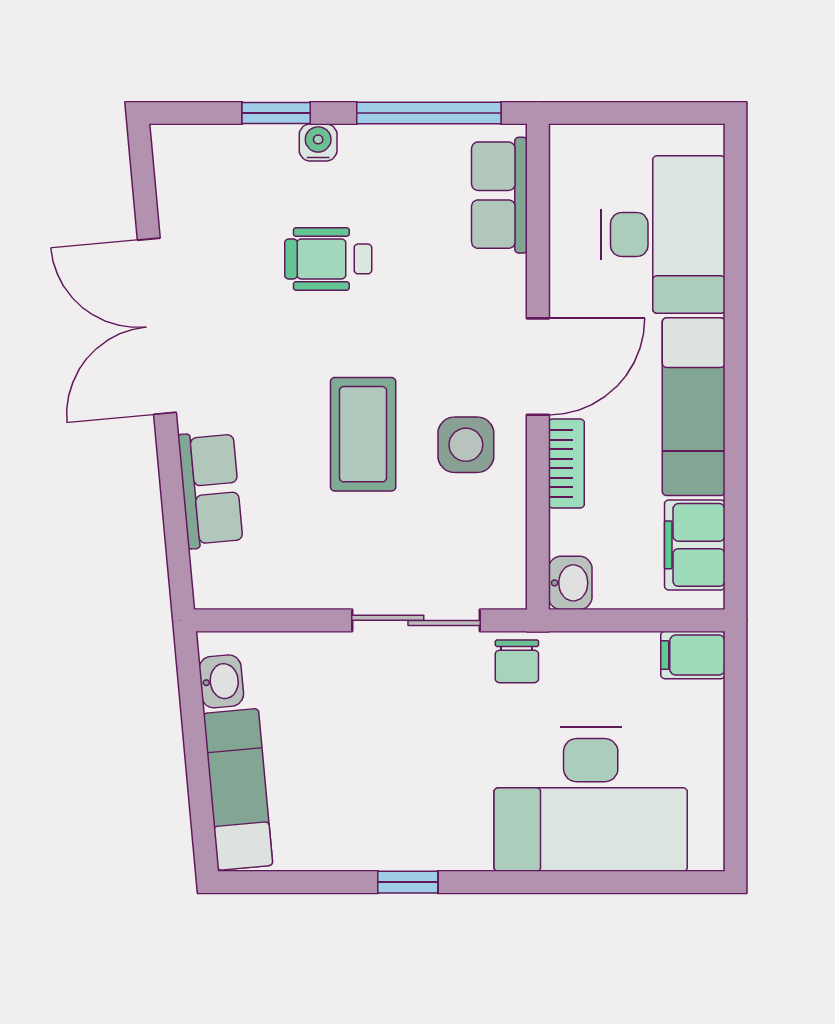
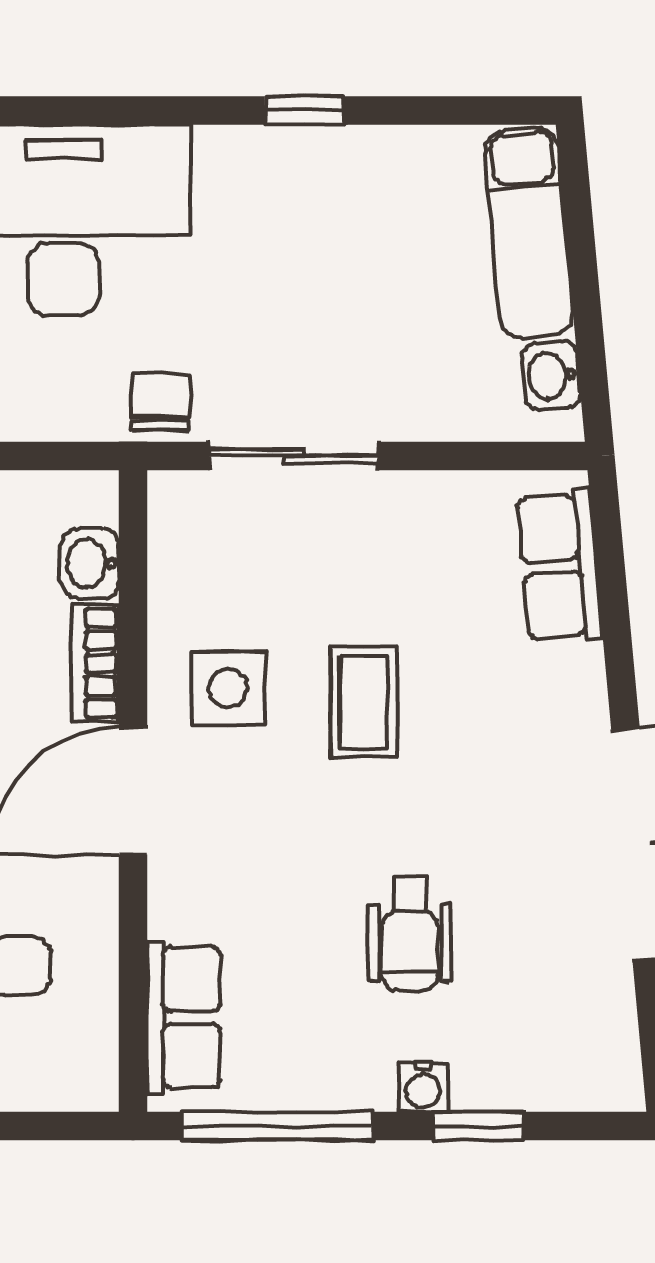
wheelchair: (328, 259) -> (410, 933), turned 90
coffee table: (363, 434) -> (364, 702), width x0.73, depth x0.77
row of seats: (210, 490) -> (560, 566), moved
washbasin: (570, 583) -> (90, 563), moved

